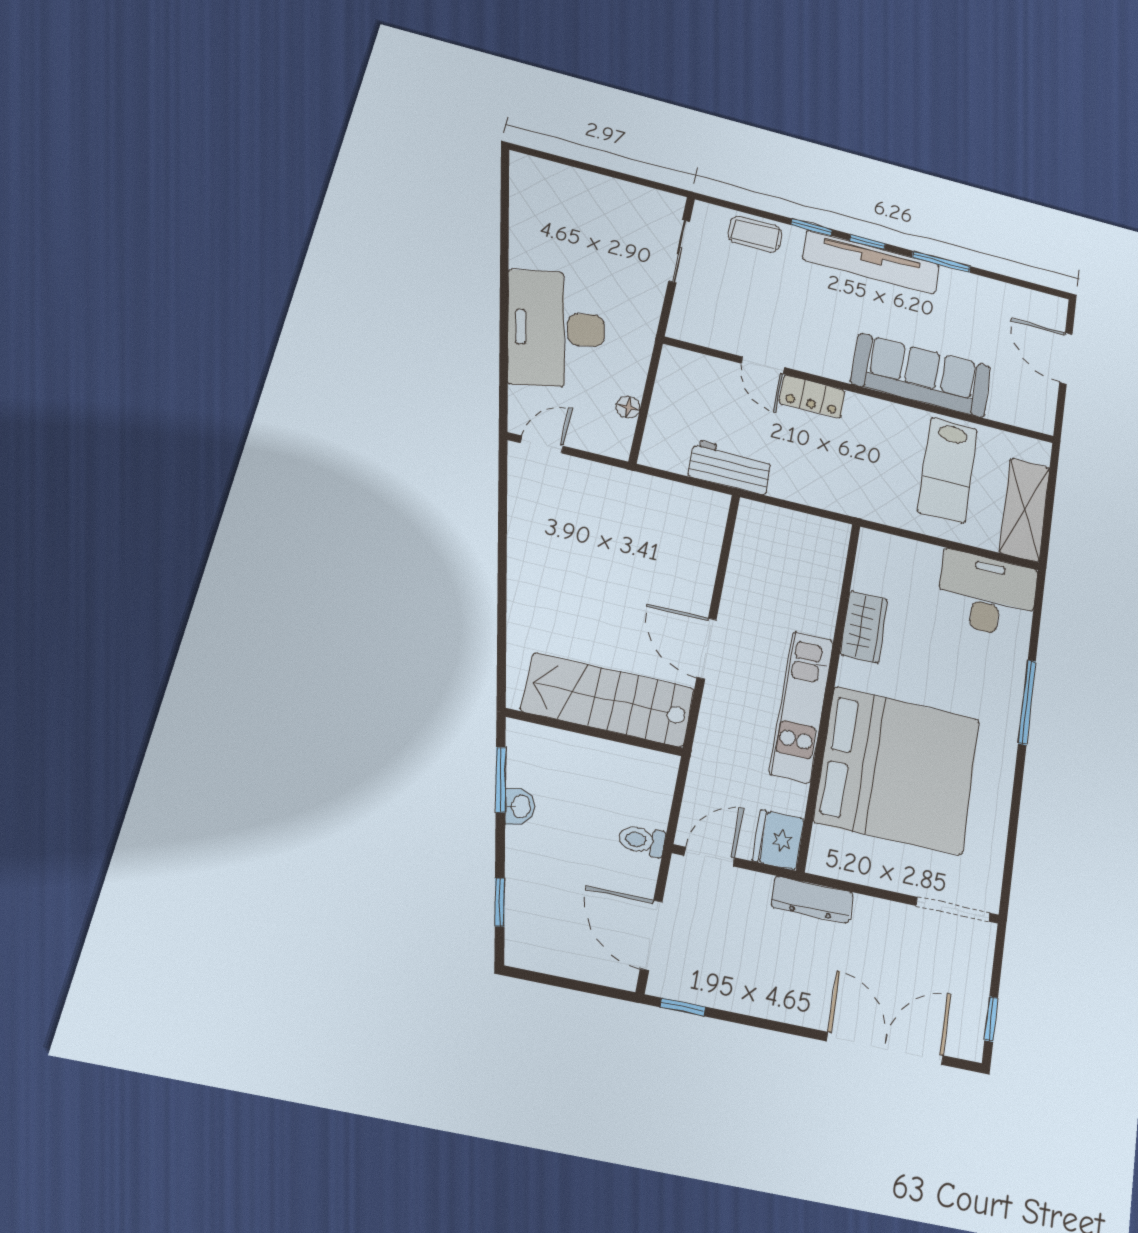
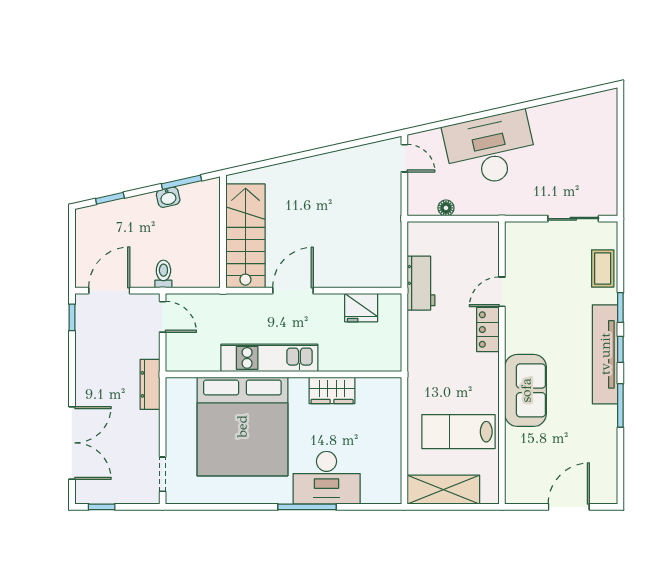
sofa: (921, 375) -> (526, 390), width x0.73
desk: (987, 594) -> (327, 478), moved, turned 90
fridge: (778, 840) -> (361, 308), moved, turned 180
doorway: (953, 909) -> (163, 474), width x0.73

